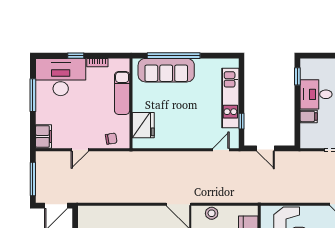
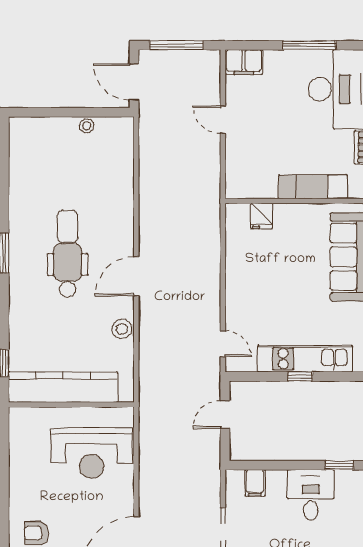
filing cabinet: (309, 116) -> (255, 483), moved
window: (242, 121) -> (300, 376), moved
fridge: (143, 125) -> (262, 216), width x0.53, depth x0.75
chair: (111, 139) -> (240, 170), removed

